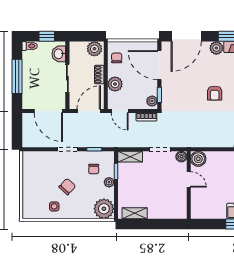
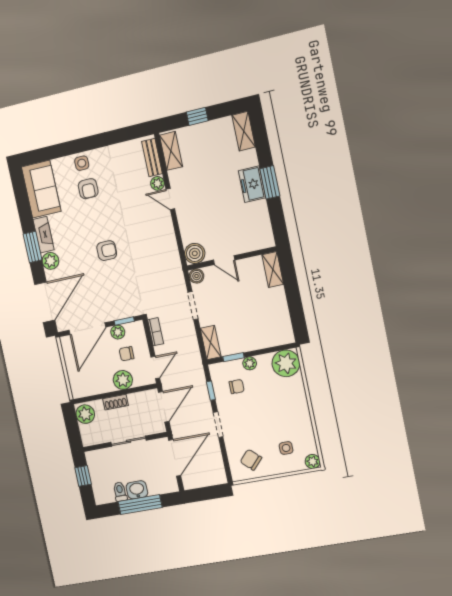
door: (186, 36) -> (45, 302), hinge flipped
toilet: (30, 46) -> (120, 492), moved
washbasin: (59, 54) -> (137, 490), moved, turned 180
chair: (117, 58) -> (127, 354), moved
plant: (152, 101) -> (118, 332), moved
door: (89, 111) -> (164, 407), swing flipped
door: (189, 179) -> (224, 260), swing flipped
chair: (67, 187) -> (251, 460), moved
side table: (54, 206) -> (286, 448), moved
plant: (28, 213) -> (313, 461), added
shelving: (135, 213) -> (273, 270), moved

